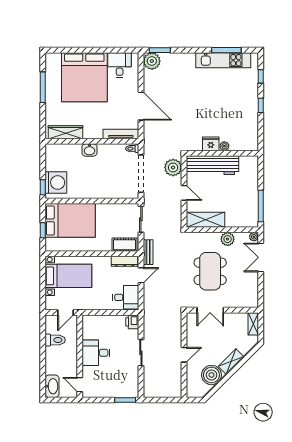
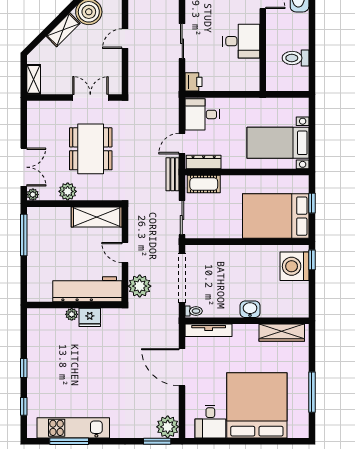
door: (65, 313) -> (282, 94), removed

